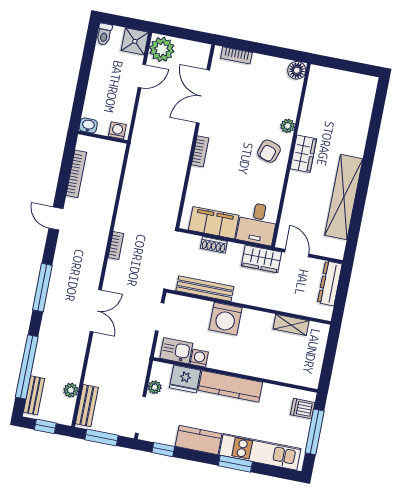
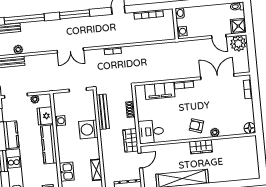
filing cabinet: (214, 223) -> (160, 91), moved, turned 90
kitchen sink: (176, 351) -> (67, 172), moved

